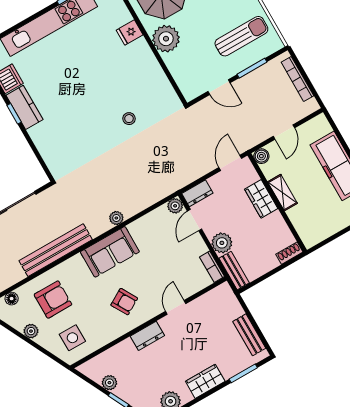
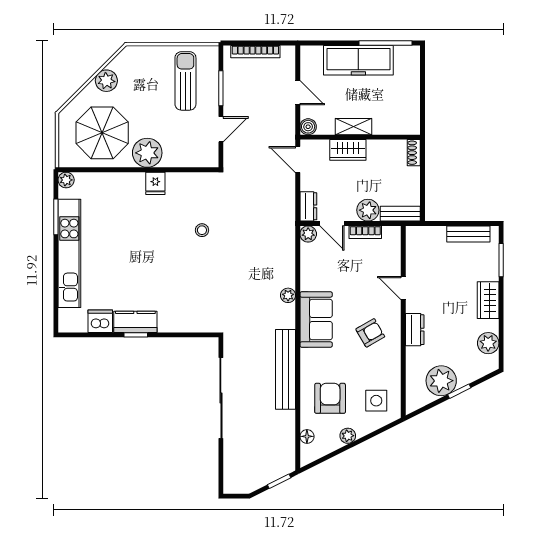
fridge: (130, 32) -> (155, 183), moved
bookcase: (212, 267) -> (365, 232), moved
plant: (109, 383) -> (441, 381), width x1.87, depth x1.87

